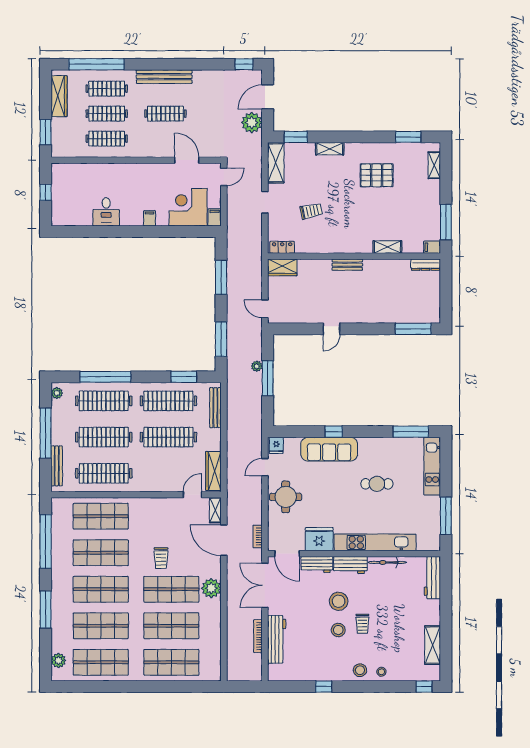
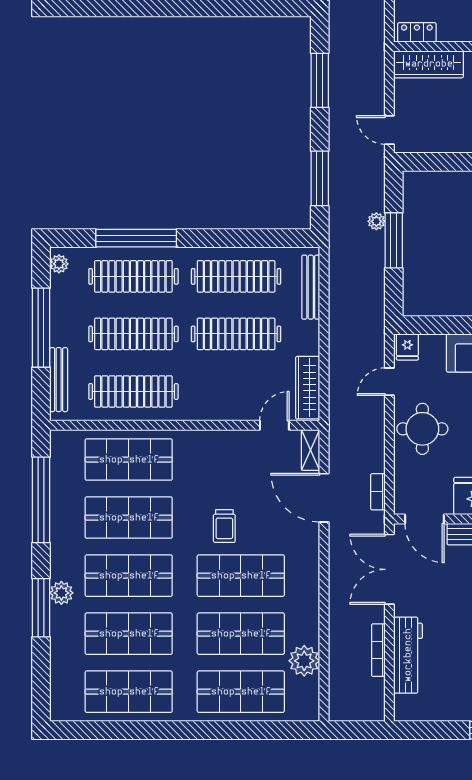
wardrobe: (282, 267) -> (429, 64), width x1.50
window: (184, 377) -> (261, 238), removed
plant: (211, 588) -> (304, 661), moved
plant: (58, 660) -> (61, 593), moved

